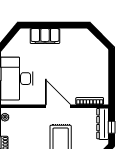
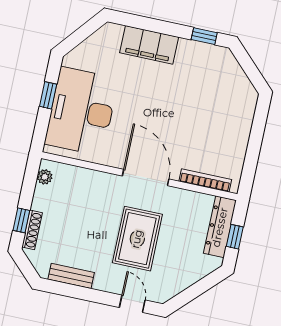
window: (73, 25) -> (204, 36), added

